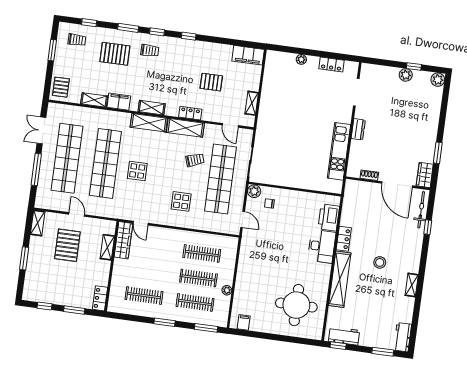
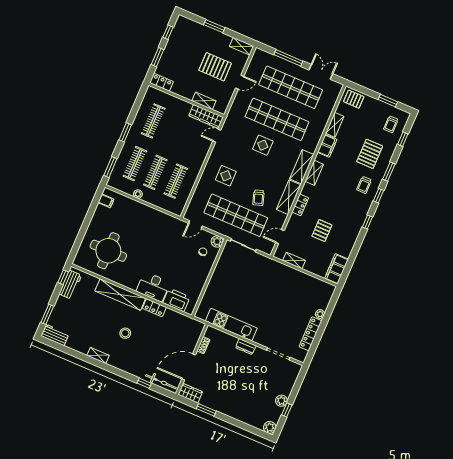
locker: (331, 65) -> (311, 334), width x1.53

